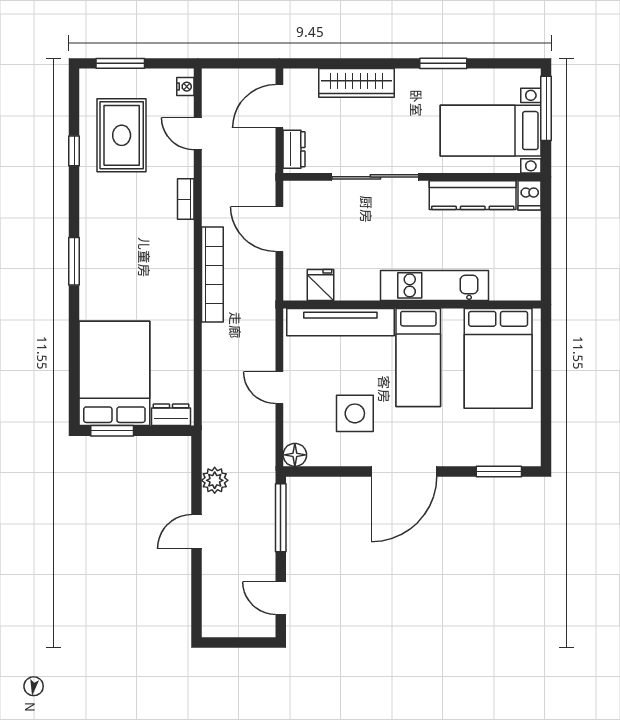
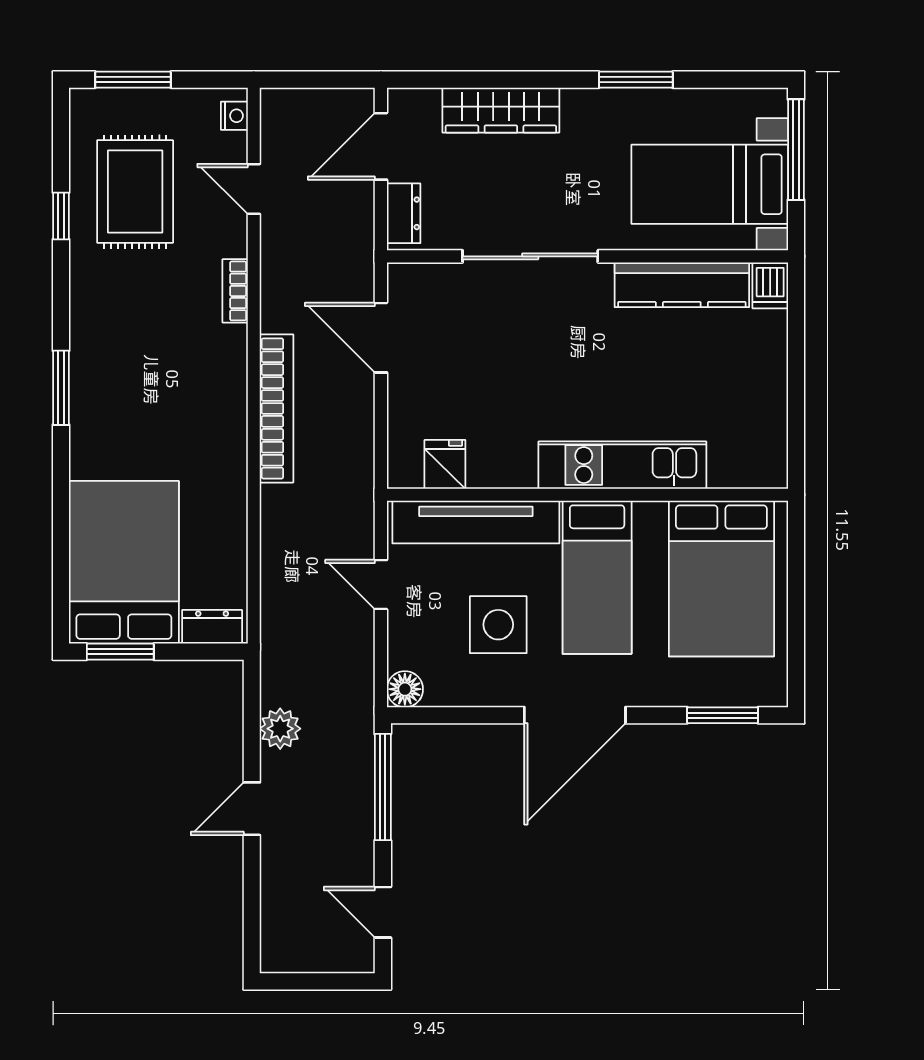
fridge: (321, 285) -> (445, 464), moved
kitchen unit: (435, 285) -> (622, 465), moved
wall: (412, 304) -> (587, 495), moved
tv unit: (340, 322) -> (476, 522), moved
bed: (418, 358) -> (597, 577), moved
bed: (498, 358) -> (721, 579), moved

